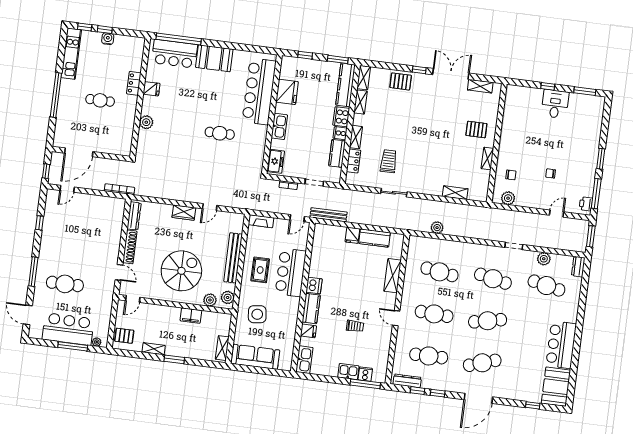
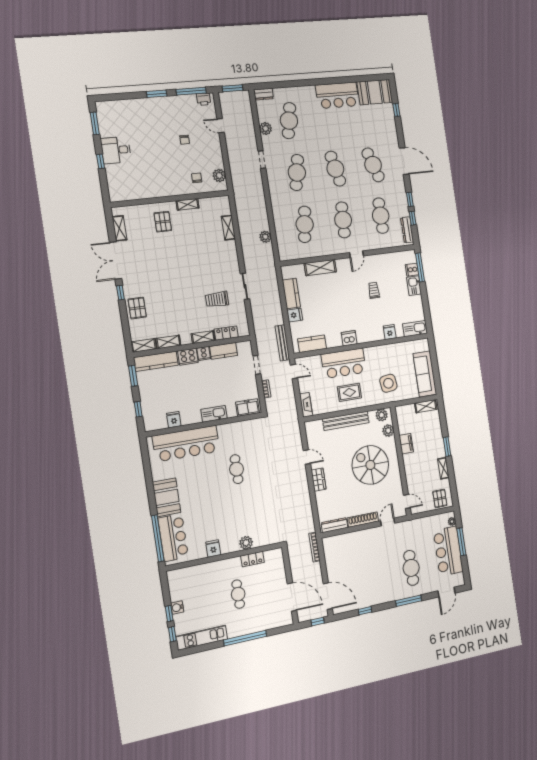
locker: (134, 83) -> (253, 559), moved
fridge: (287, 92) -> (174, 420), width x0.53, depth x0.75
door: (67, 189) -> (328, 596), width x1.88
kitchen counter: (311, 309) -> (312, 344), moved

